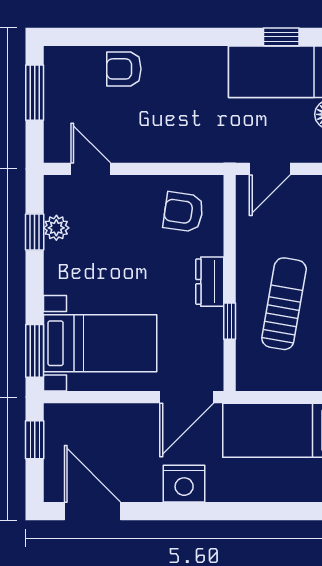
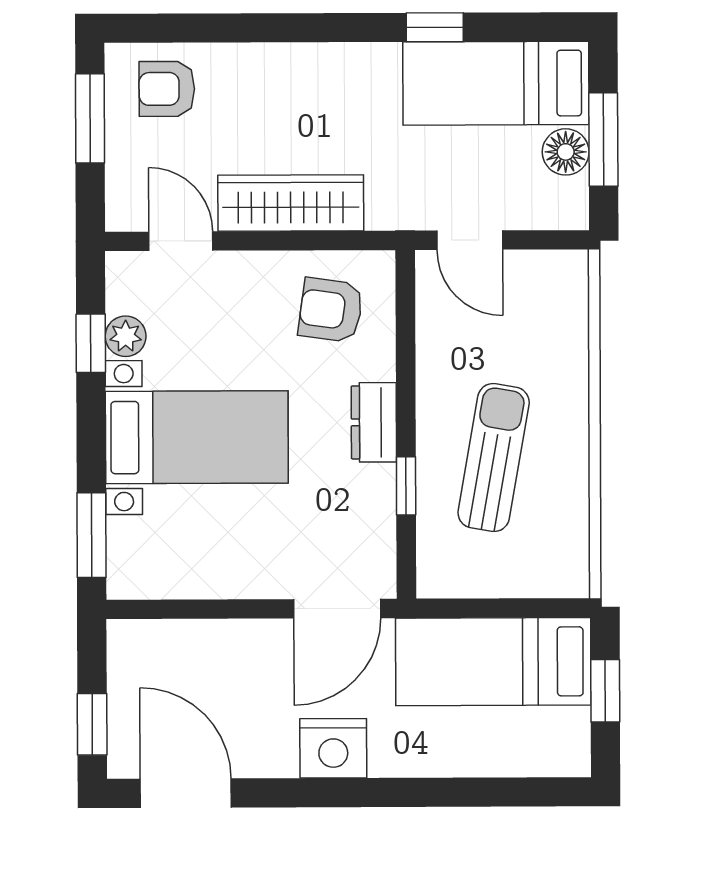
window: (281, 37) -> (435, 27), moved
armchair: (124, 69) -> (167, 89), moved
wardrobe: (159, 146) -> (291, 203), added
door: (270, 169) -> (470, 240), hinge flipped
bed with nightstands: (100, 343) -> (197, 437), moved
window: (35, 440) -> (92, 724), moved

